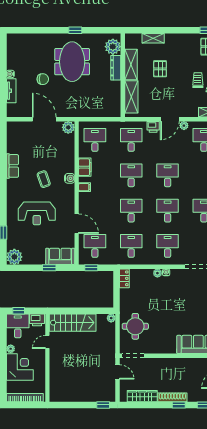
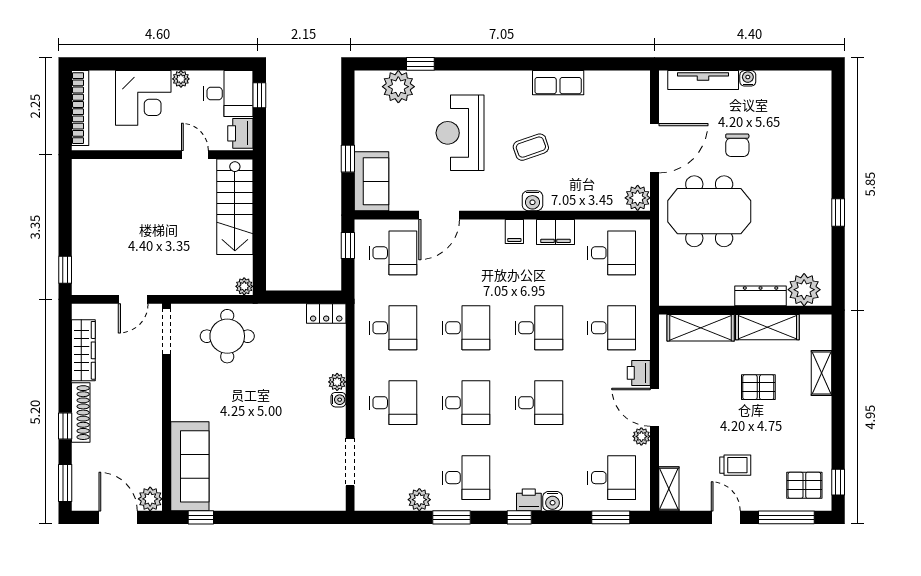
meeting table: (72, 62) -> (709, 211), moved
tv unit: (11, 91) -> (703, 80), width x1.41
plant: (14, 257) -> (398, 87), moved

